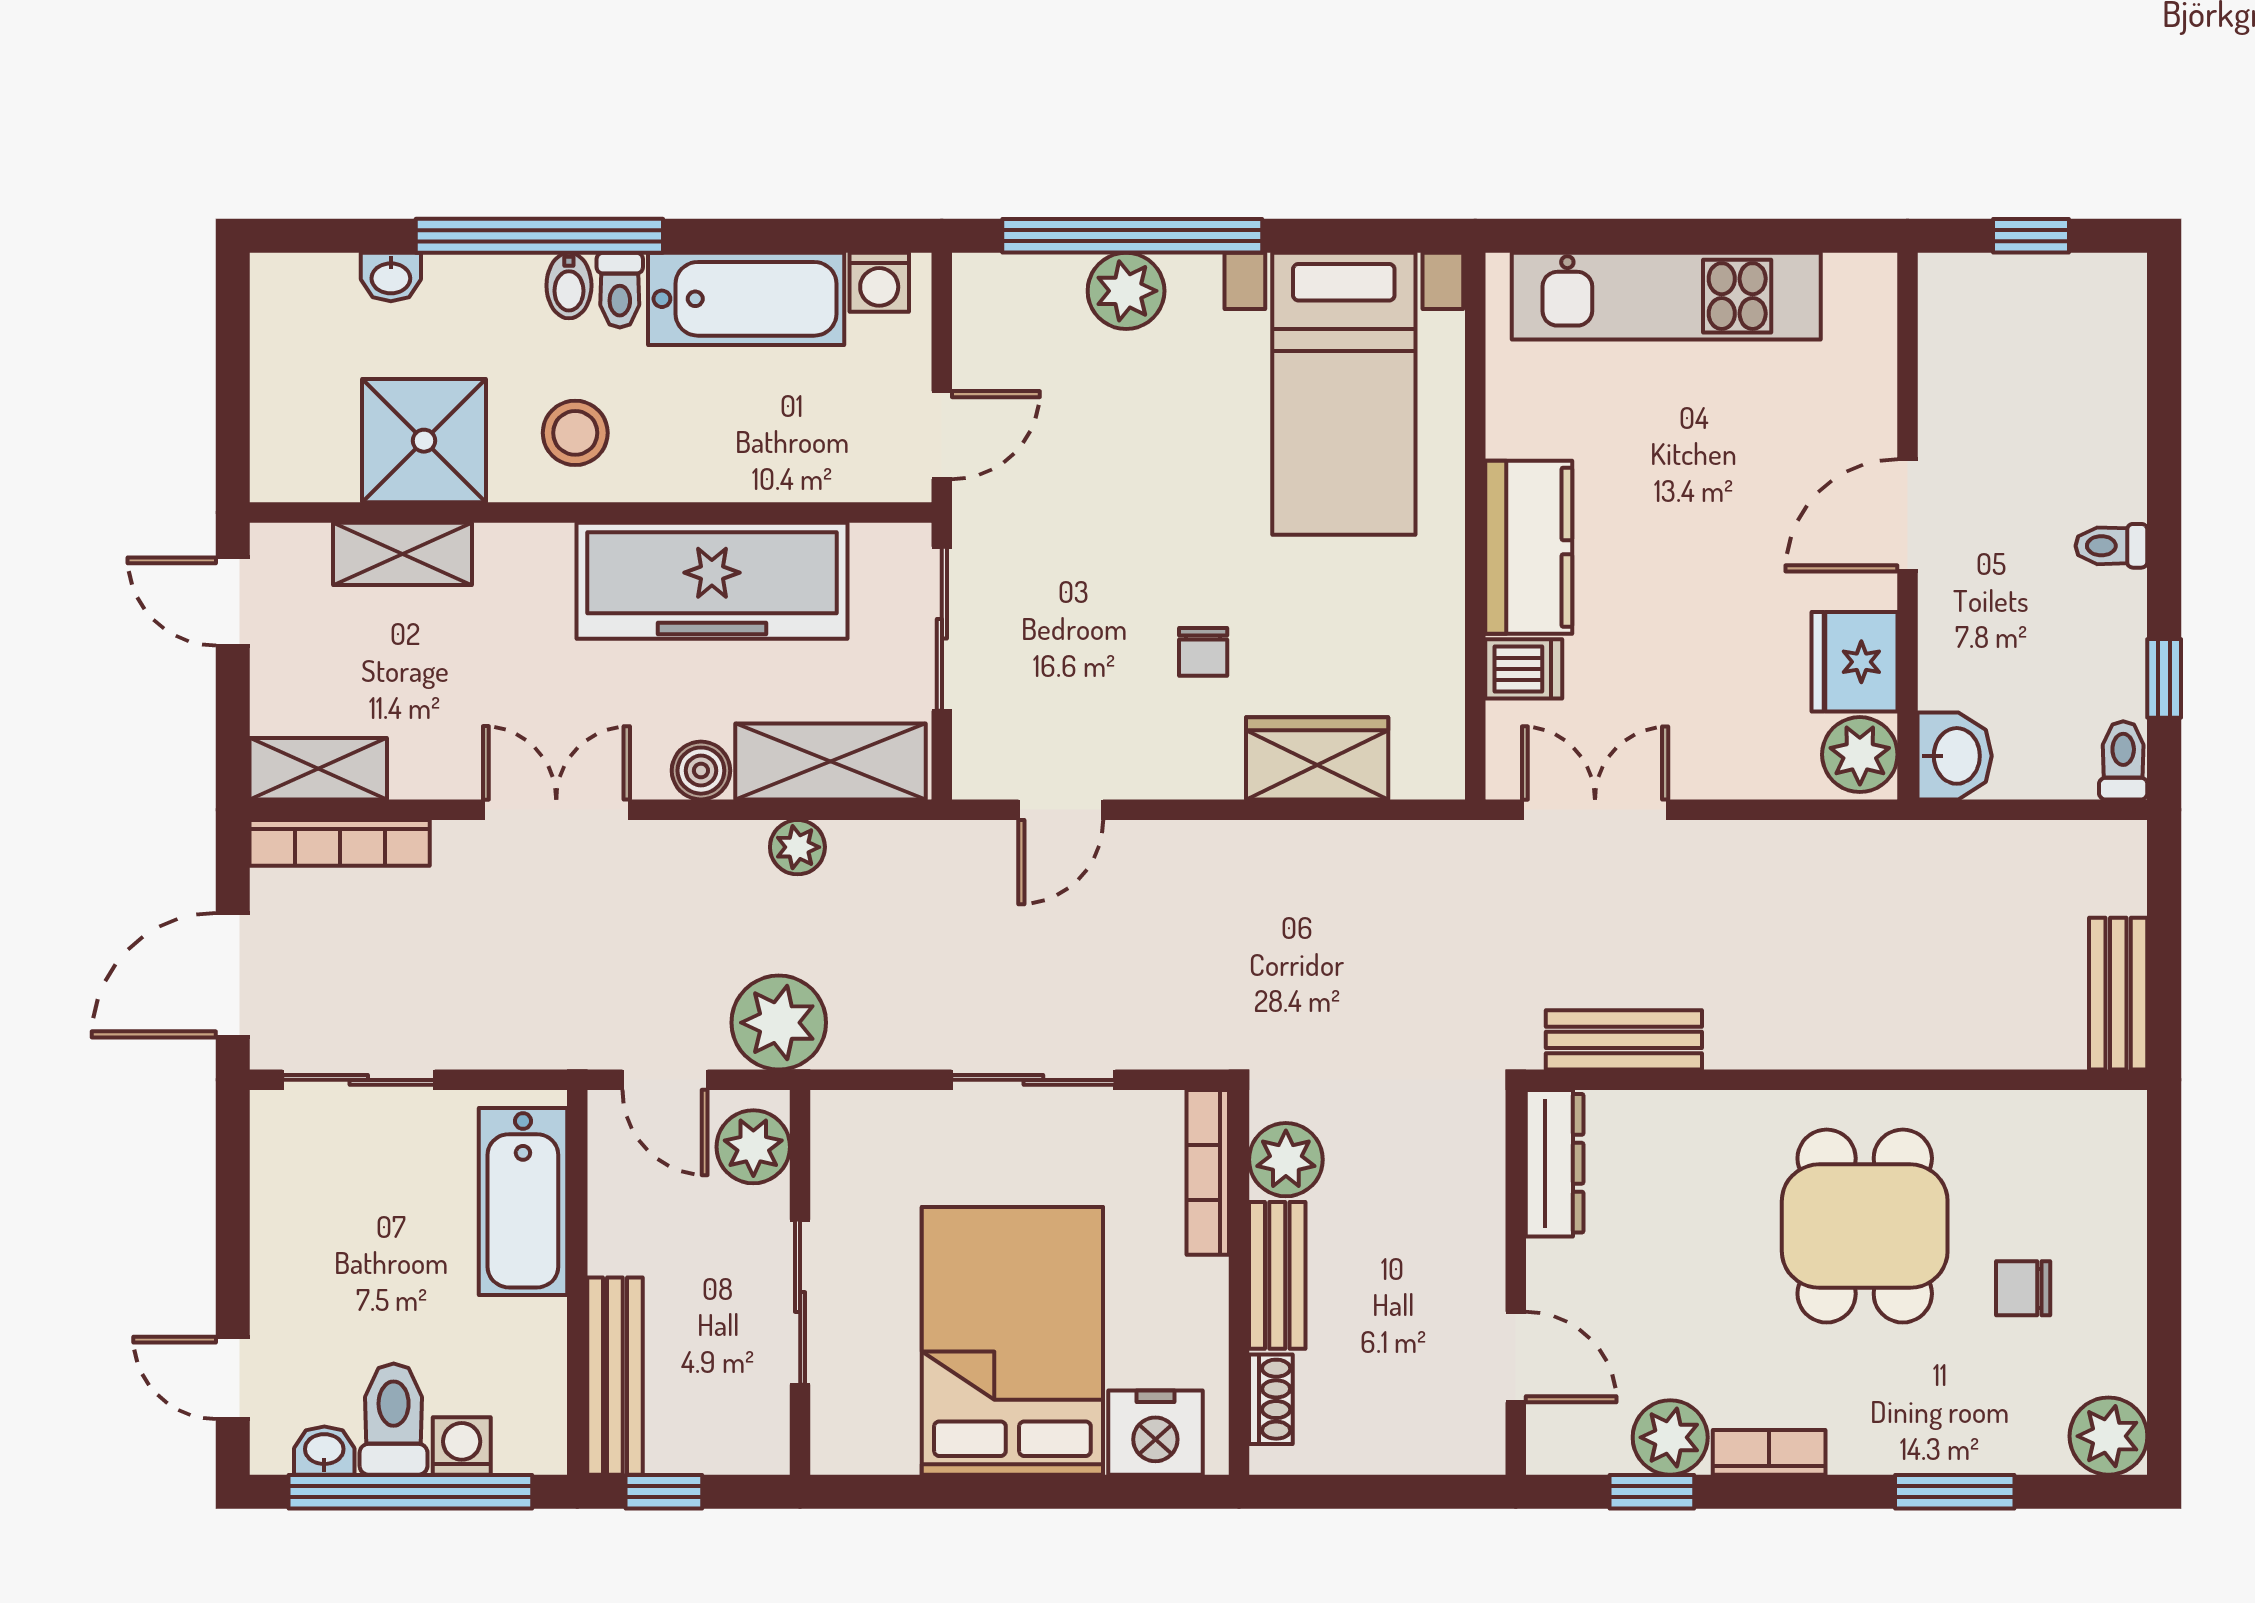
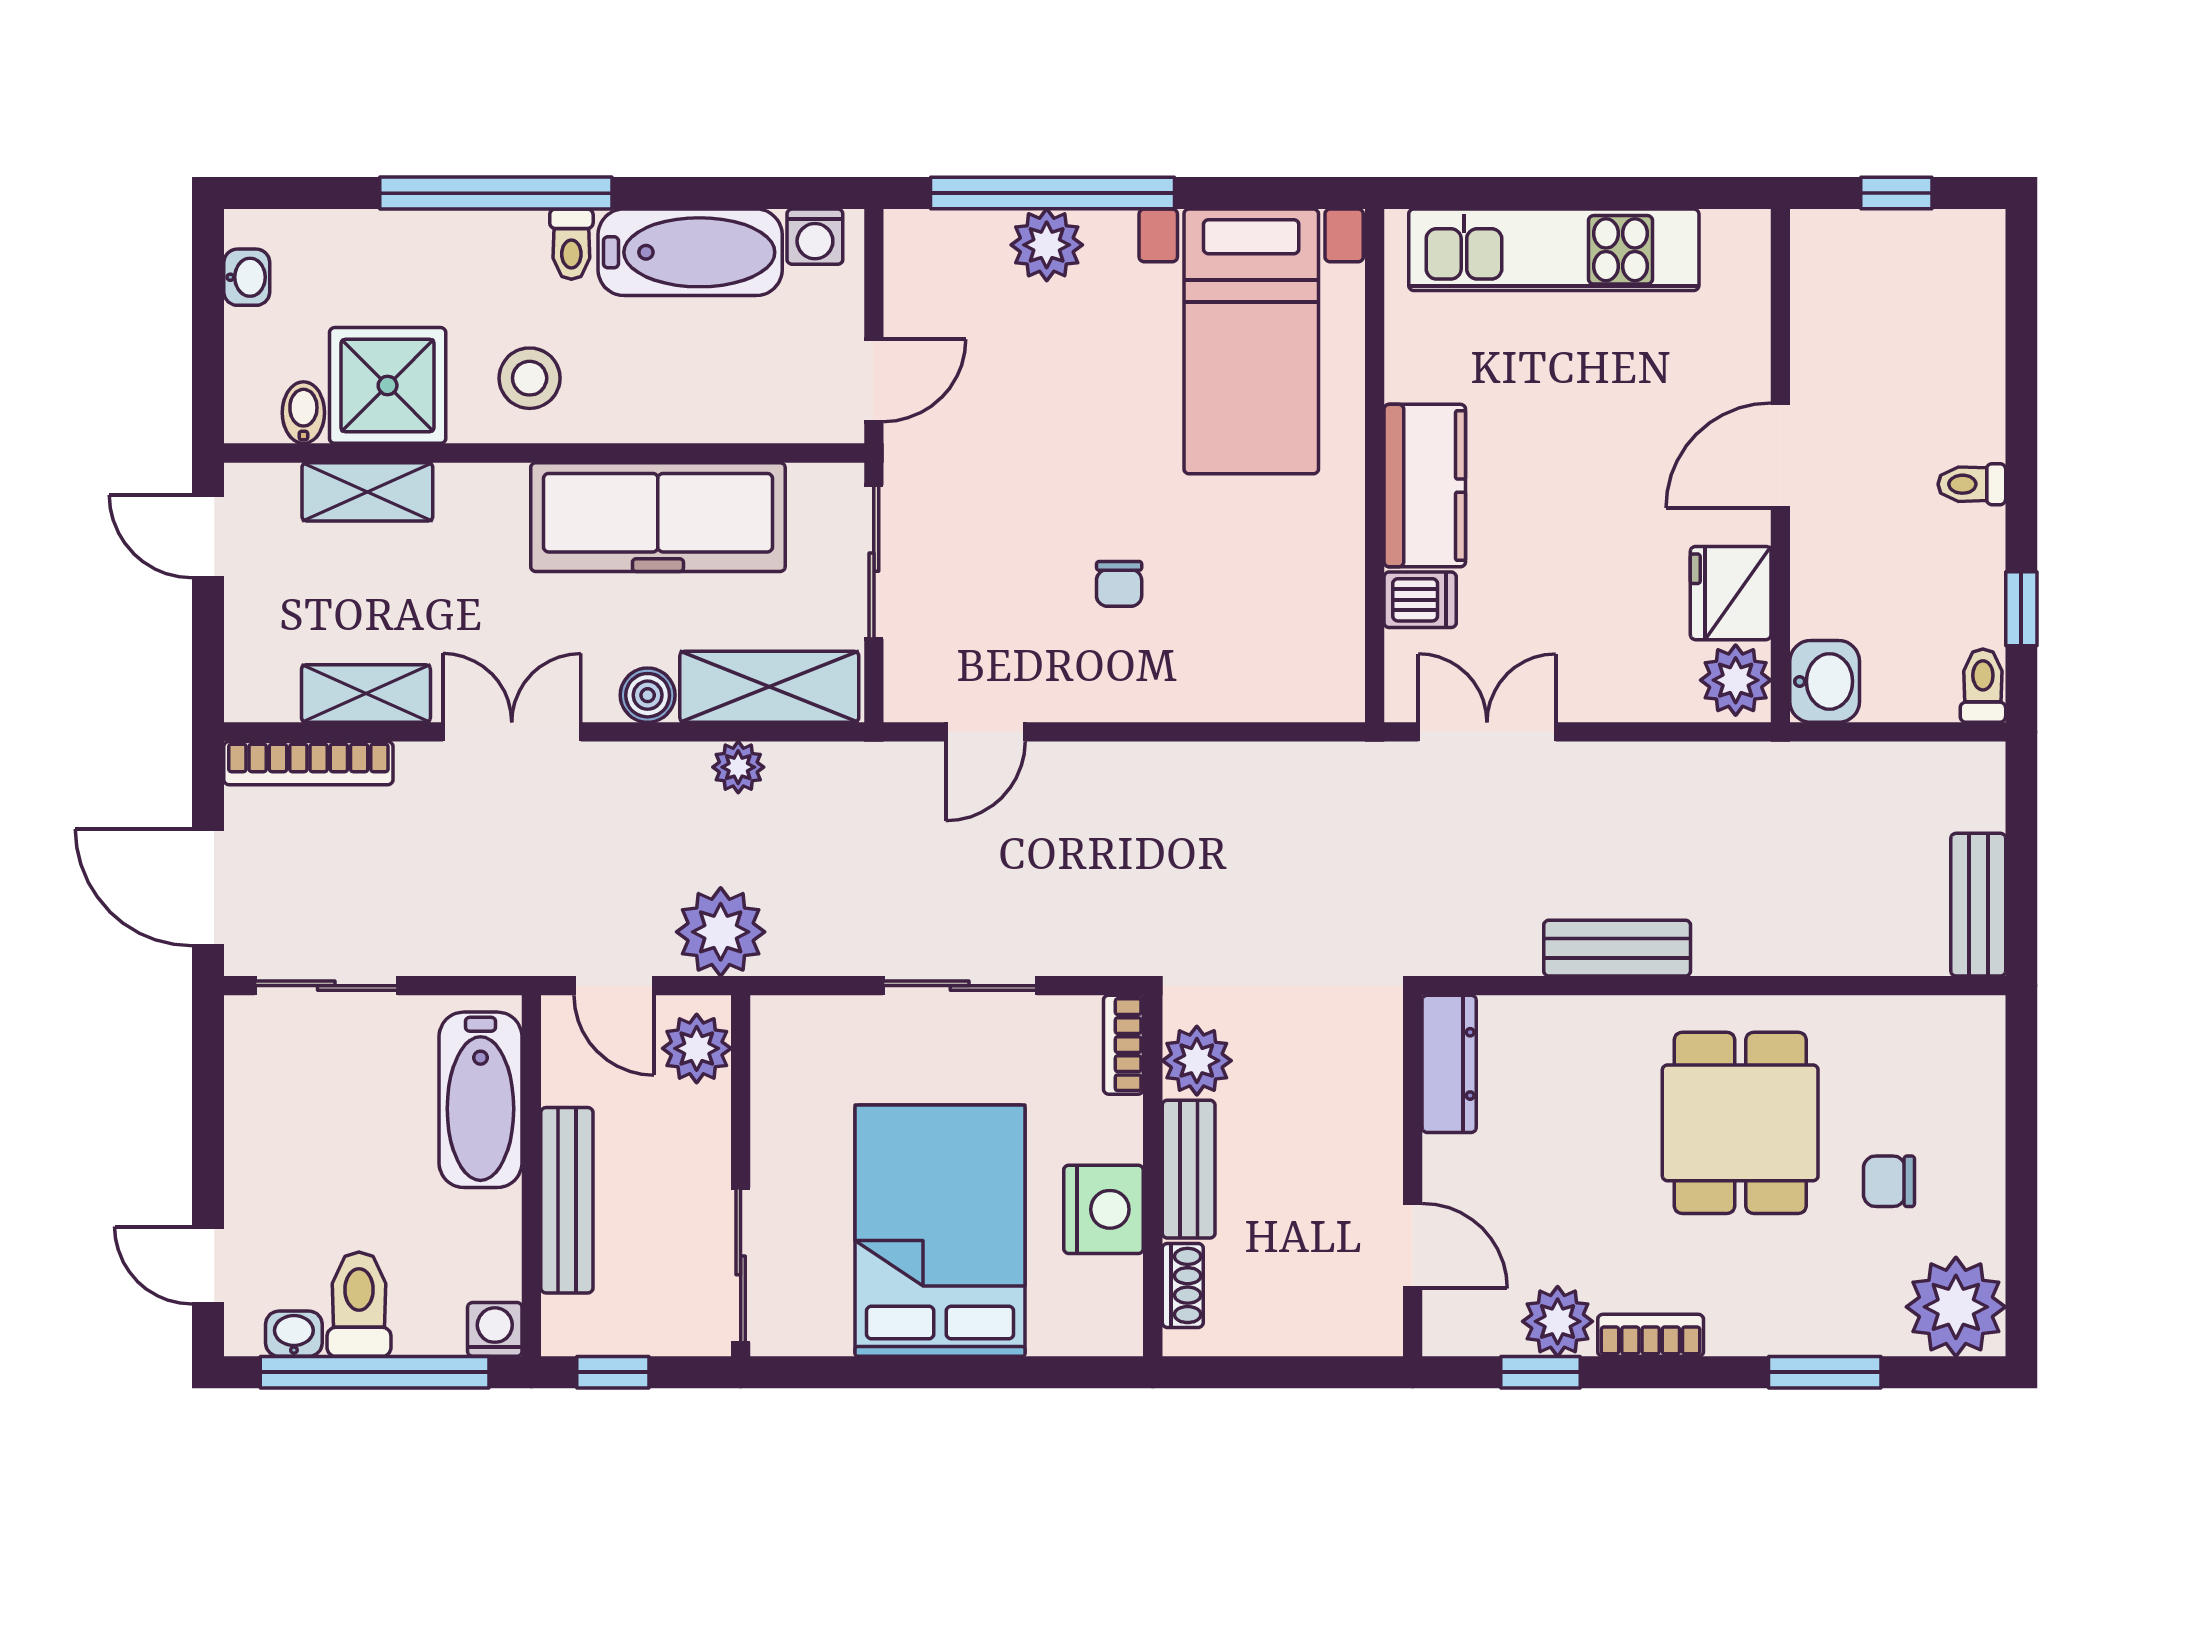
washbasin: (391, 277) -> (247, 277), moved, turned -90
bidet: (569, 286) -> (303, 413), moved, turned 180
wardrobe: (1317, 758) -> (1226, 684), removed
shelving: (318, 769) -> (366, 693), moved
door: (233, 975) -> (208, 887), hinge flipped
bench: (1624, 1040) -> (1617, 948), moved
bookcase: (1208, 1172) -> (1123, 1045), width x0.64
sliding door: (800, 1302) -> (741, 1265), moved
bench: (615, 1376) -> (567, 1200), moved
nightstand: (1155, 1433) -> (1104, 1209), moved, turned -90
plant: (2108, 1436) -> (1956, 1307), width x1.36, depth x1.36
washing machine: (462, 1446) -> (495, 1329), moved

